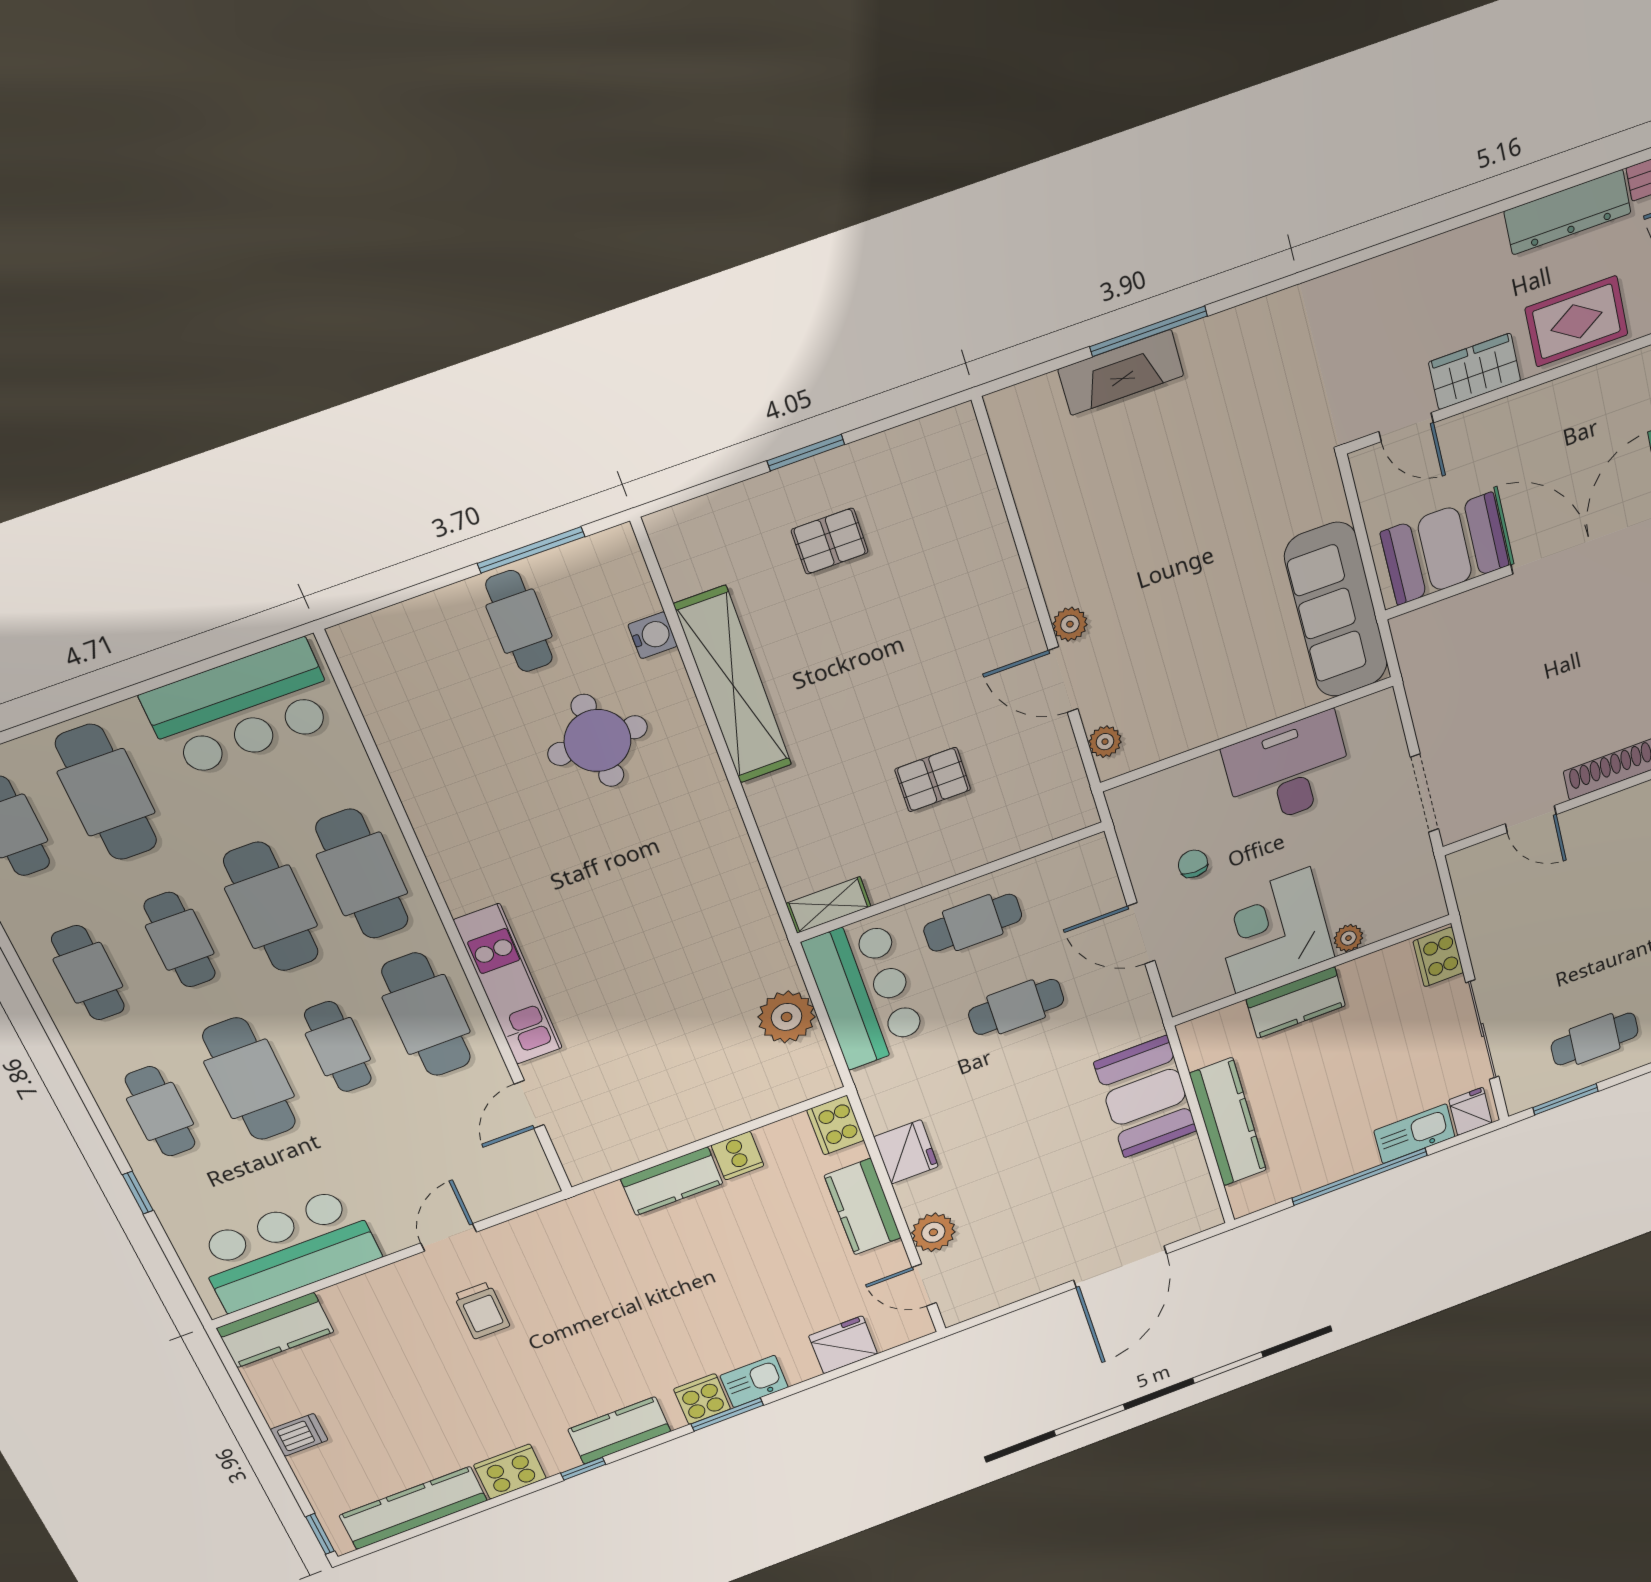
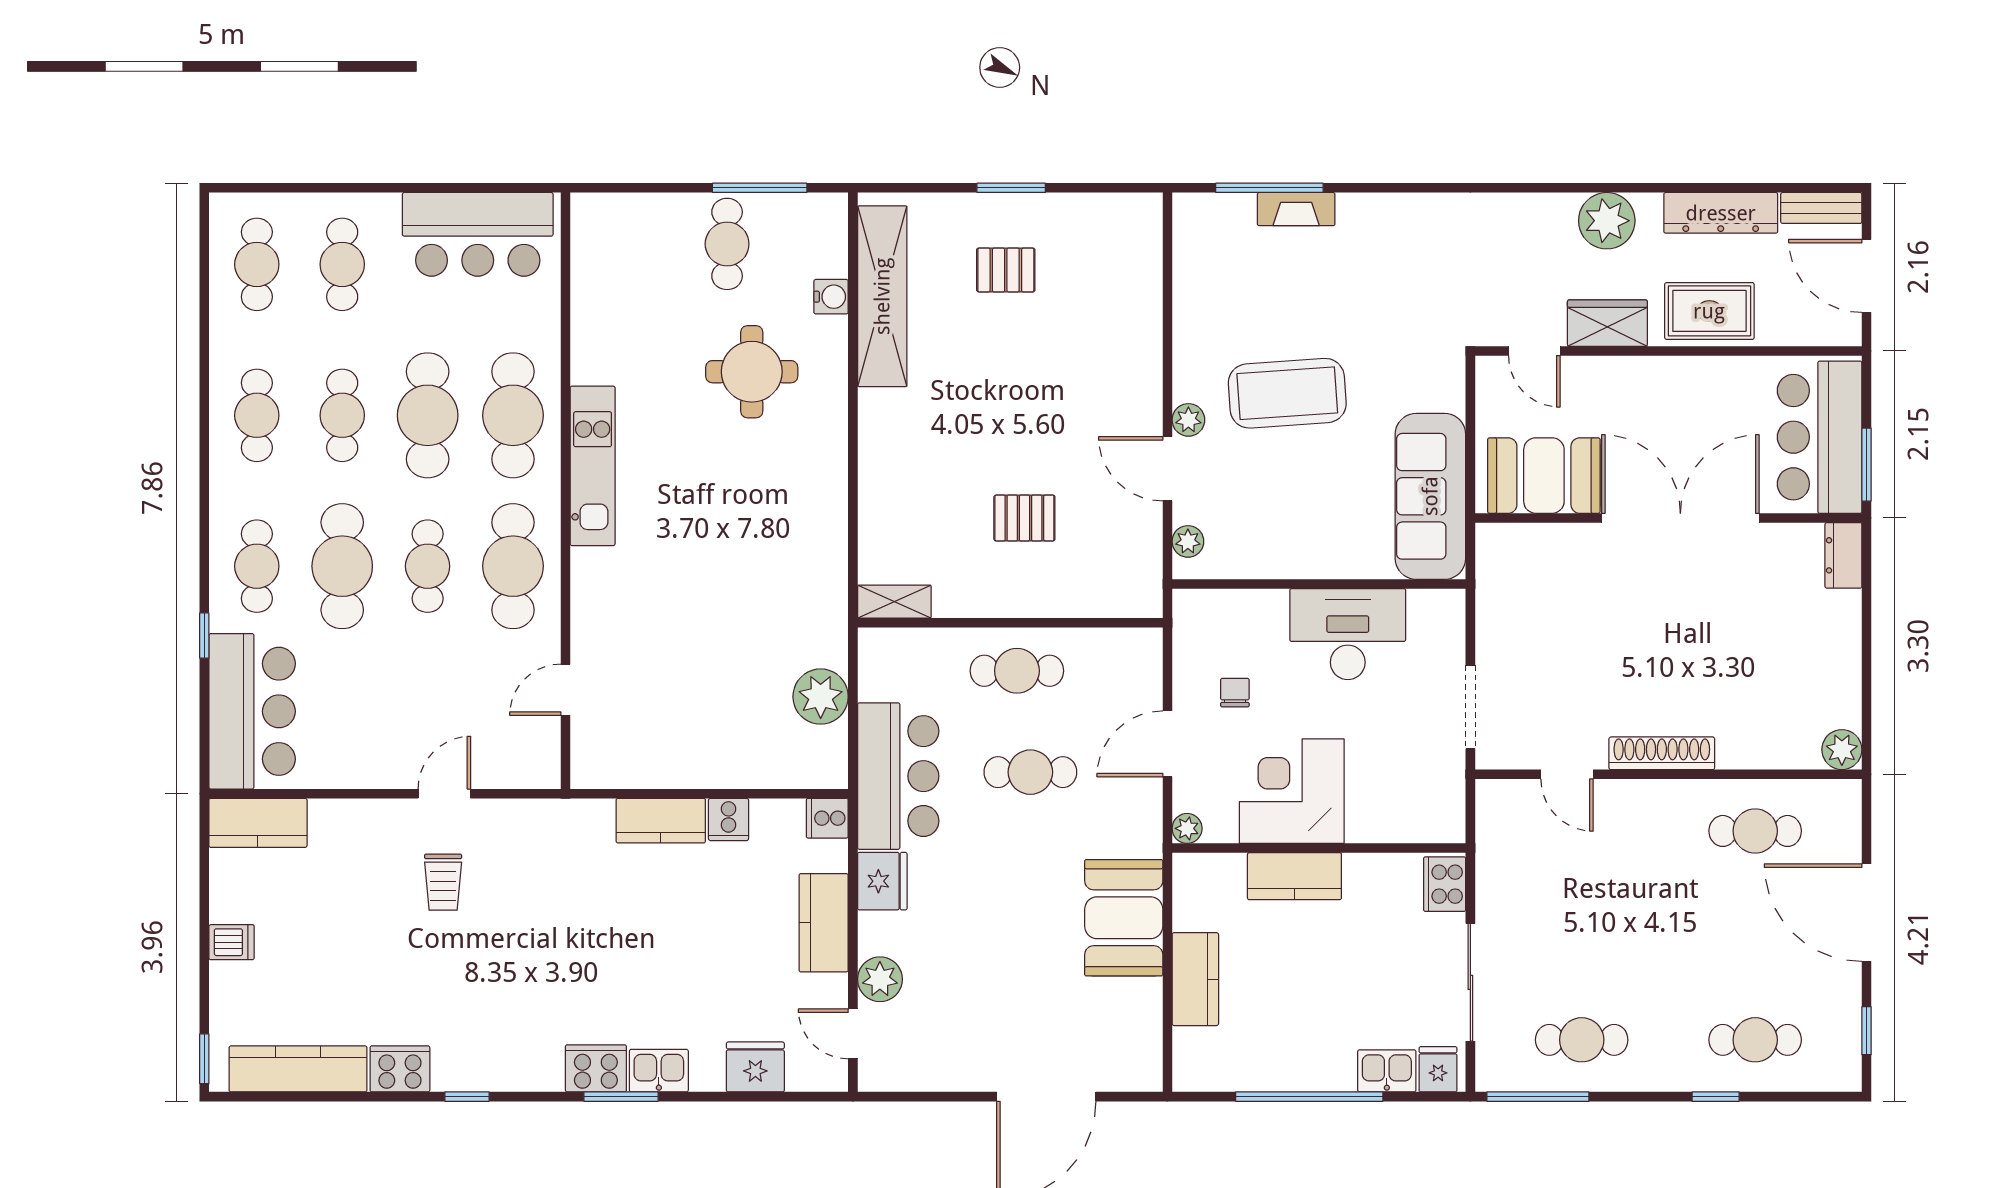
plant: (1450, 263) -> (1607, 221), added
window: (1149, 331) -> (1269, 188), moved
fireplace: (1121, 372) -> (1296, 209), width x0.73, depth x0.76
coffee table: (1164, 561) -> (1287, 393), added
shelving: (733, 685) -> (882, 296), moved
cafe table: (106, 792) -> (342, 264), width x0.73, depth x0.74
door: (1141, 933) -> (1167, 744), hinge flipped
plant: (1348, 938) -> (1187, 828), moved
kitchen unit: (508, 985) -> (593, 466), moved
bar counter: (865, 992) -> (898, 776), moved
window: (1566, 1099) -> (1538, 1097), width x1.44
kitchen counter: (1228, 1122) -> (1195, 979), width x0.67
cooker: (836, 1125) -> (827, 818), width x0.73
kitchen sink: (1414, 1134) -> (1387, 1071), width x0.73
bar counter: (287, 1250) -> (252, 711), moved, turned 90
cooker: (702, 1399) -> (596, 1068), width x1.36
kitchen counter: (619, 1430) -> (516, 1069), removed

